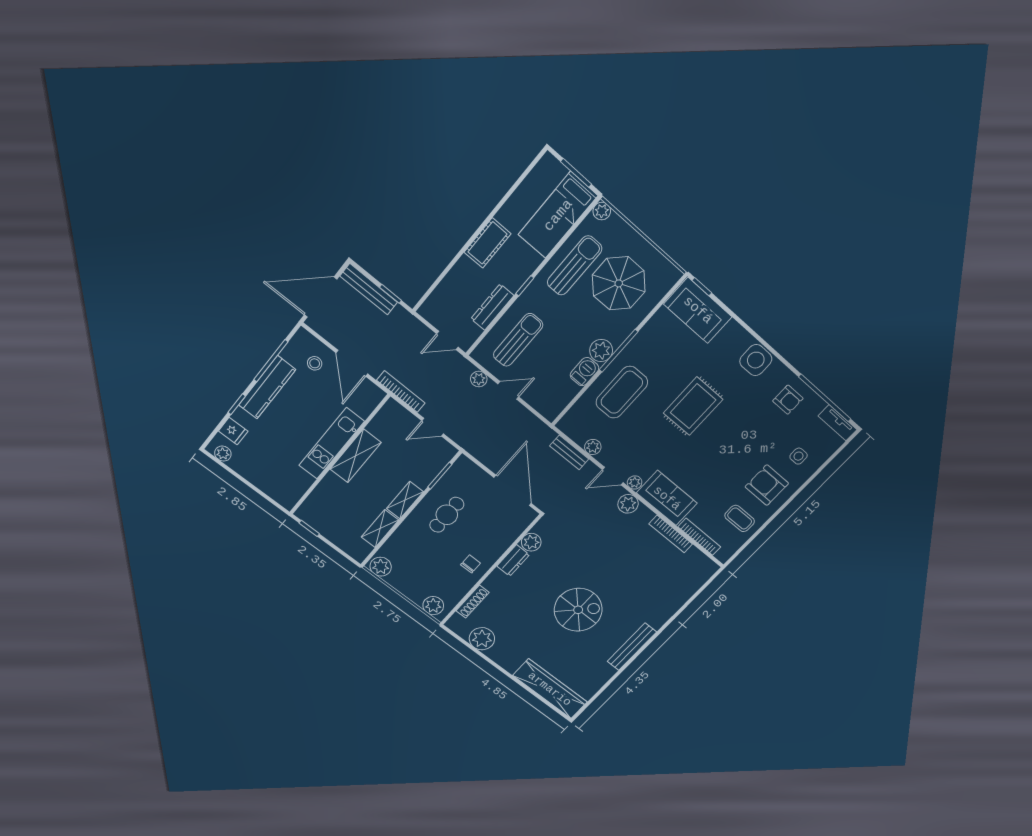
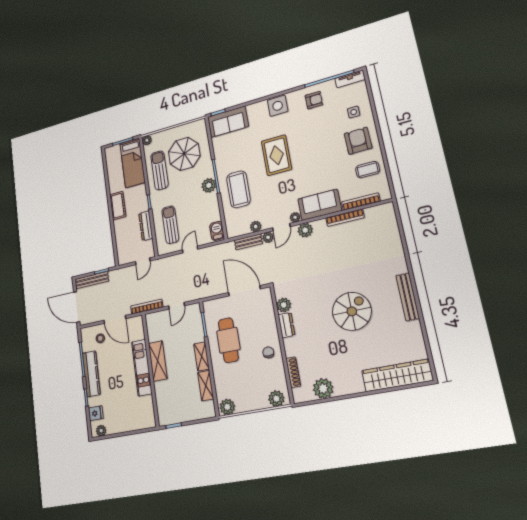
door: (320, 297) -> (77, 307), hinge flipped
barbecue: (584, 372) -> (217, 231), moved
plant: (479, 379) -> (268, 237), moved
armchair: (767, 485) -> (358, 141), turned 89
cafe table: (447, 515) -> (228, 340), width x1.37, depth x1.35

